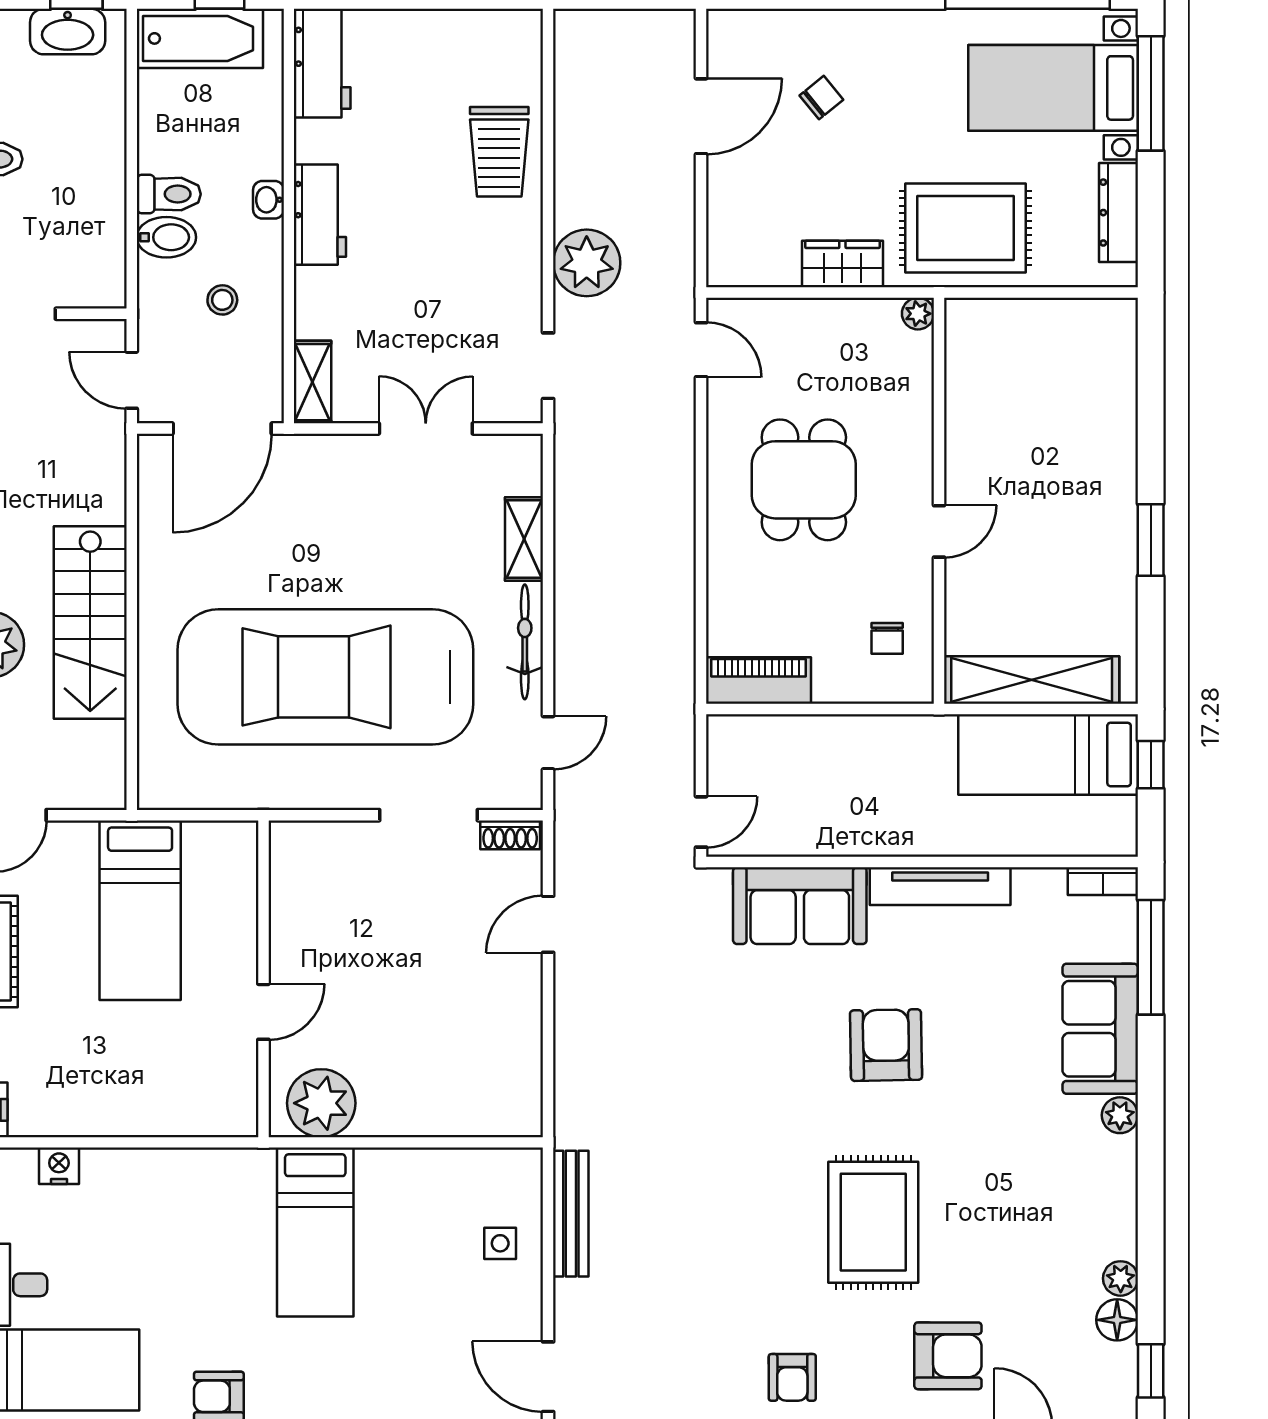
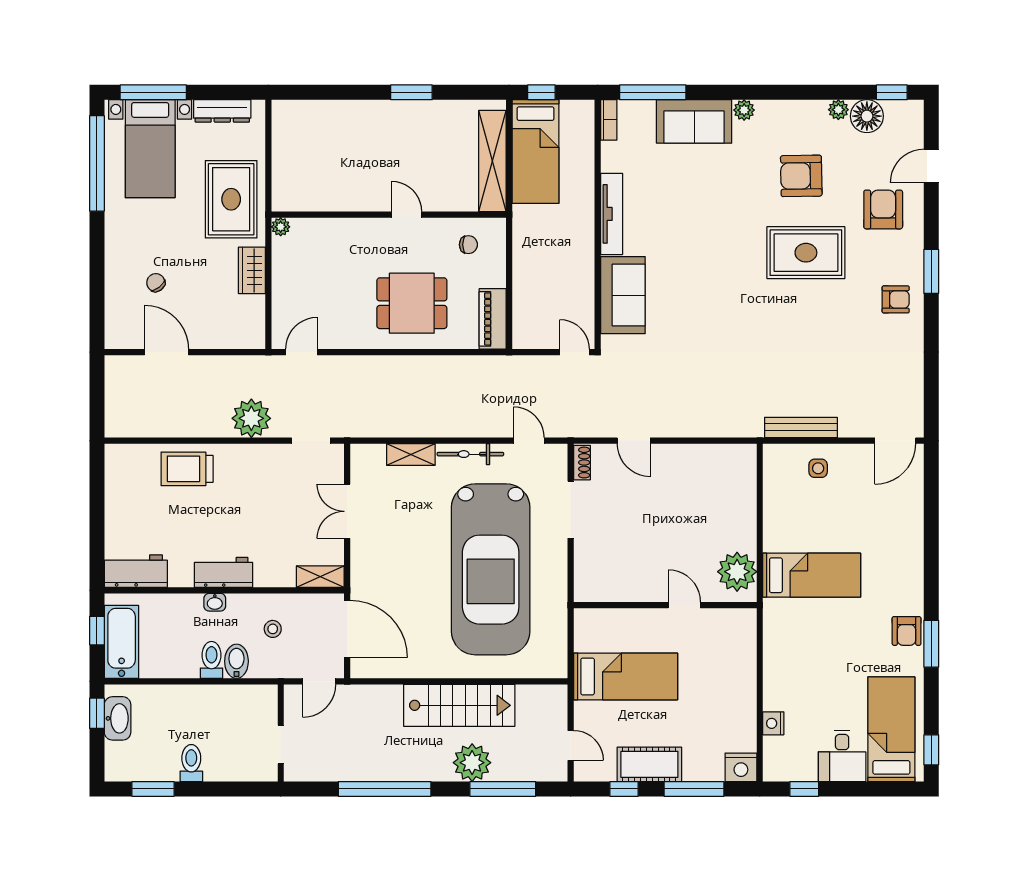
trolley: (499, 152) -> (187, 469), turned 180
dining table: (804, 480) -> (412, 303), moved
armchair: (886, 1045) -> (801, 176), moved
floor lamp: (1117, 1320) -> (867, 116), width x1.38, depth x1.38

